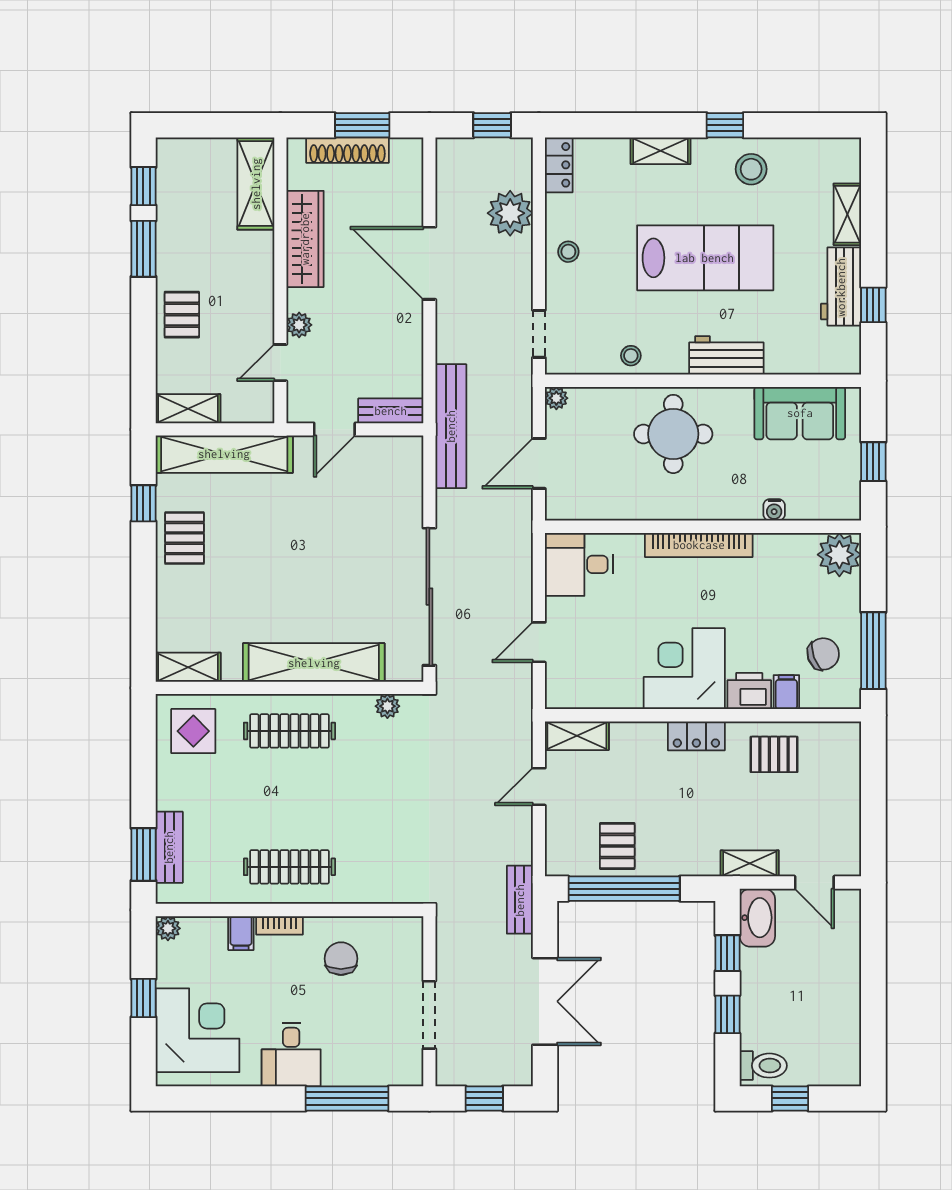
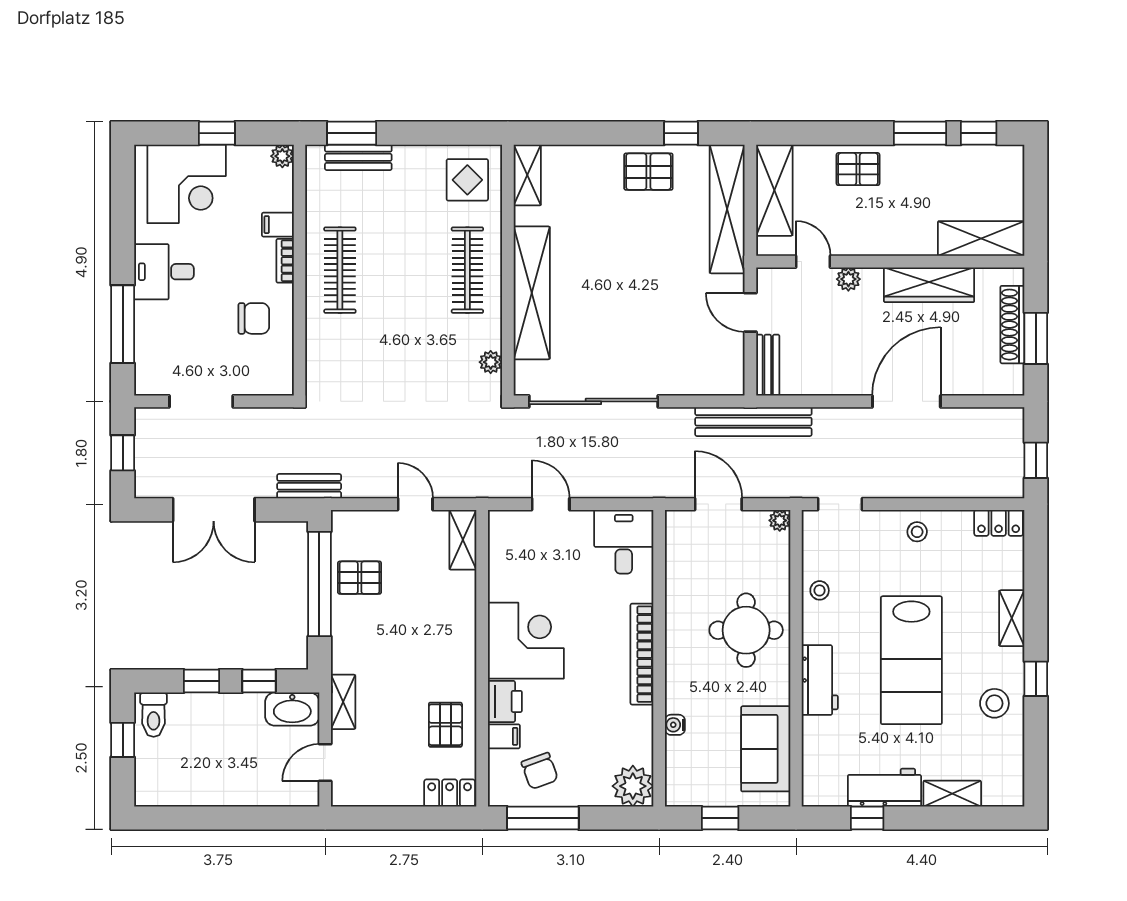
plant: (510, 213) -> (953, 477), removed
shelving: (188, 409) -> (774, 190), width x1.50, depth x1.33
locker: (696, 736) -> (450, 793), moved, turned 90

